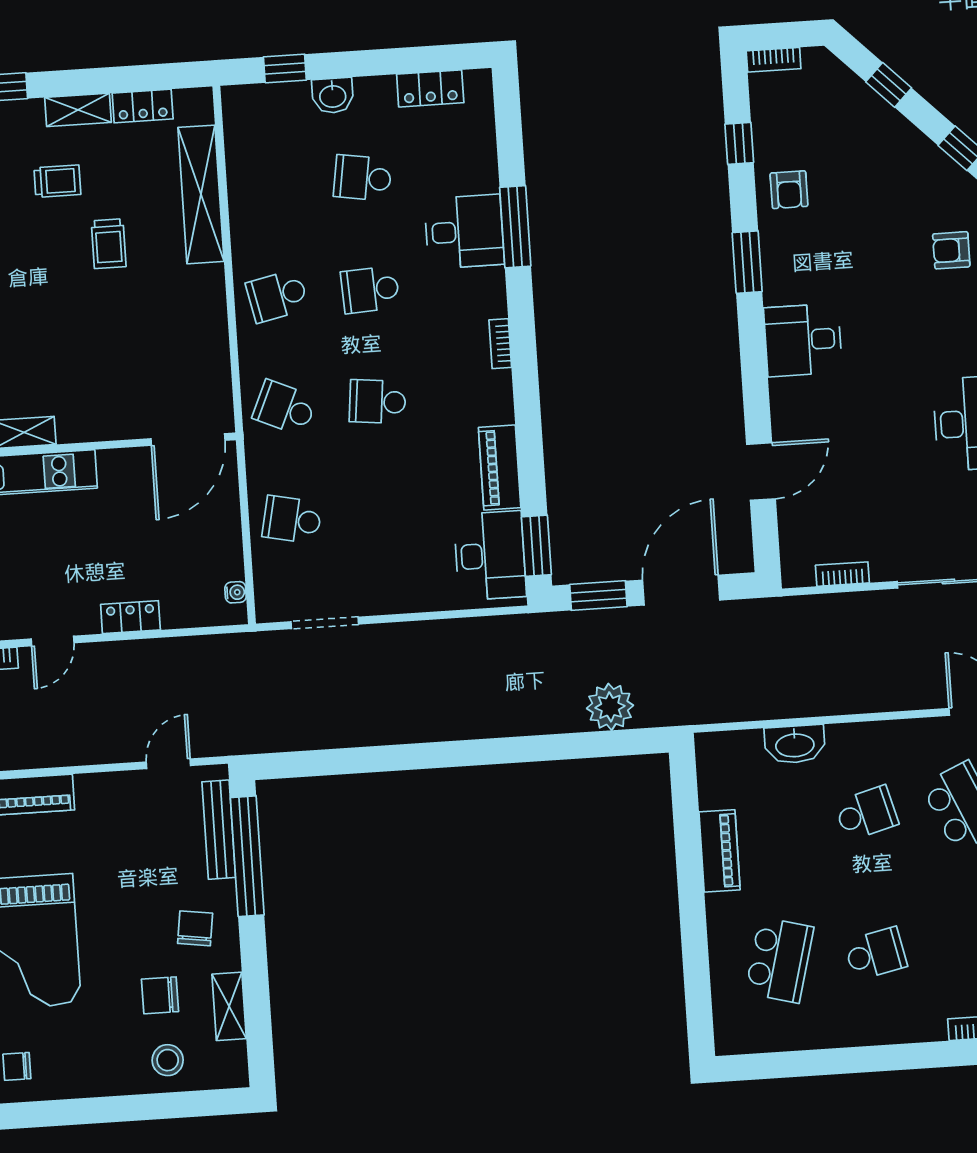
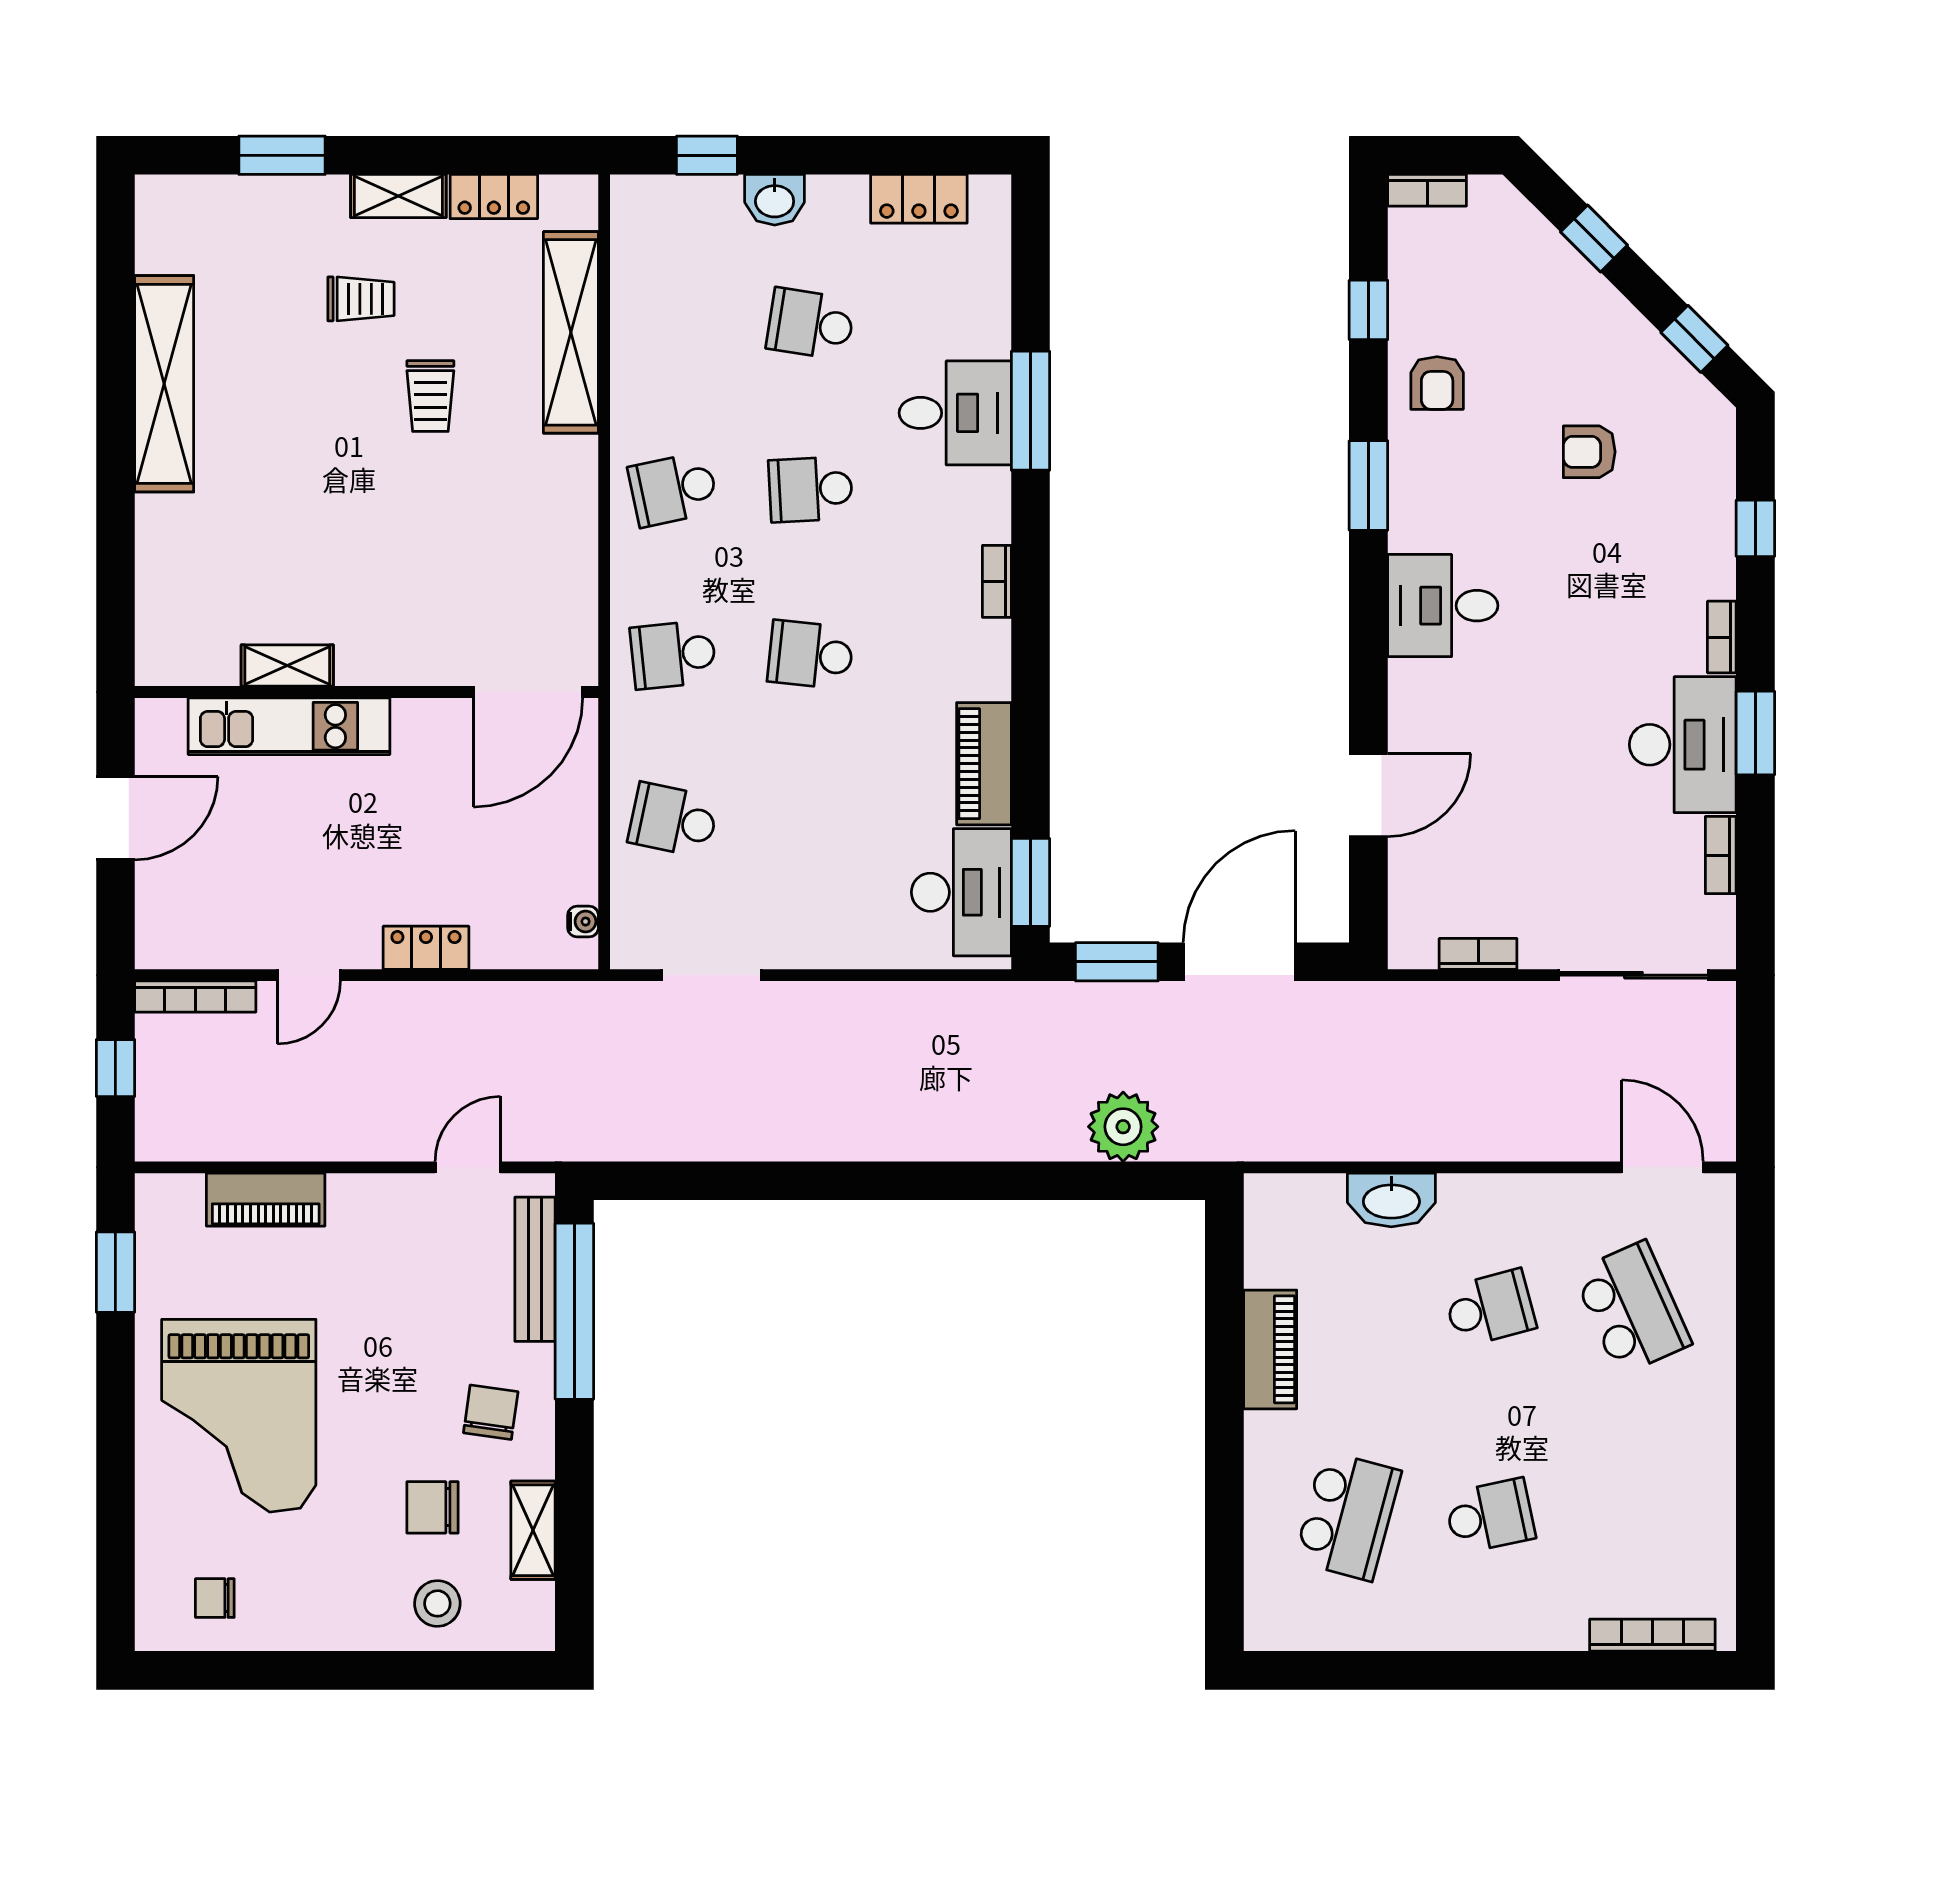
armchair: (951, 250) -> (1589, 452), moved
school desk: (285, 408) -> (673, 655), turned -30

